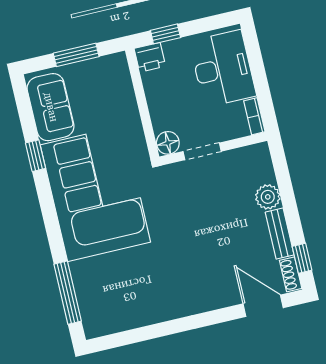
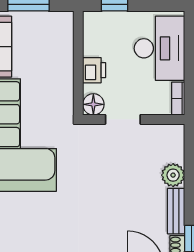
printer: (150, 57) -> (94, 70), moved, turned -90

